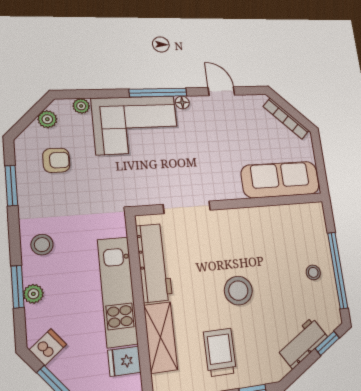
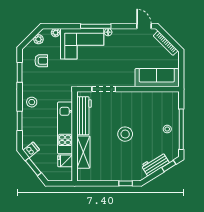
door: (221, 91) -> (144, 26), moved
plant: (33, 294) -> (26, 125), removed
trolley: (220, 352) -> (112, 163), removed

